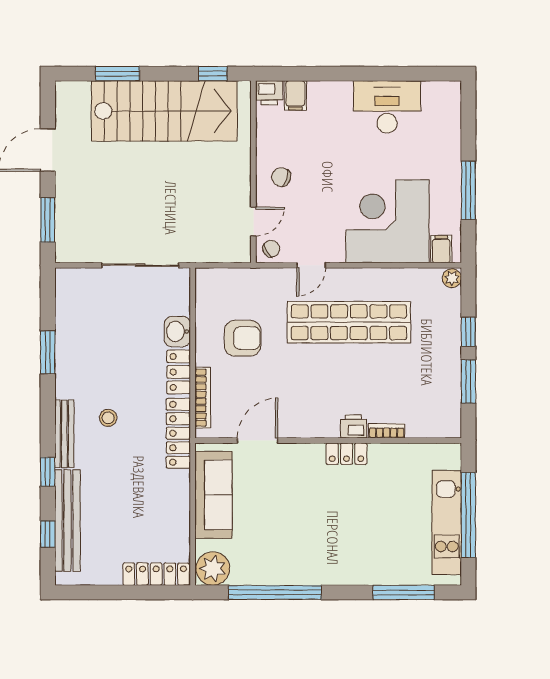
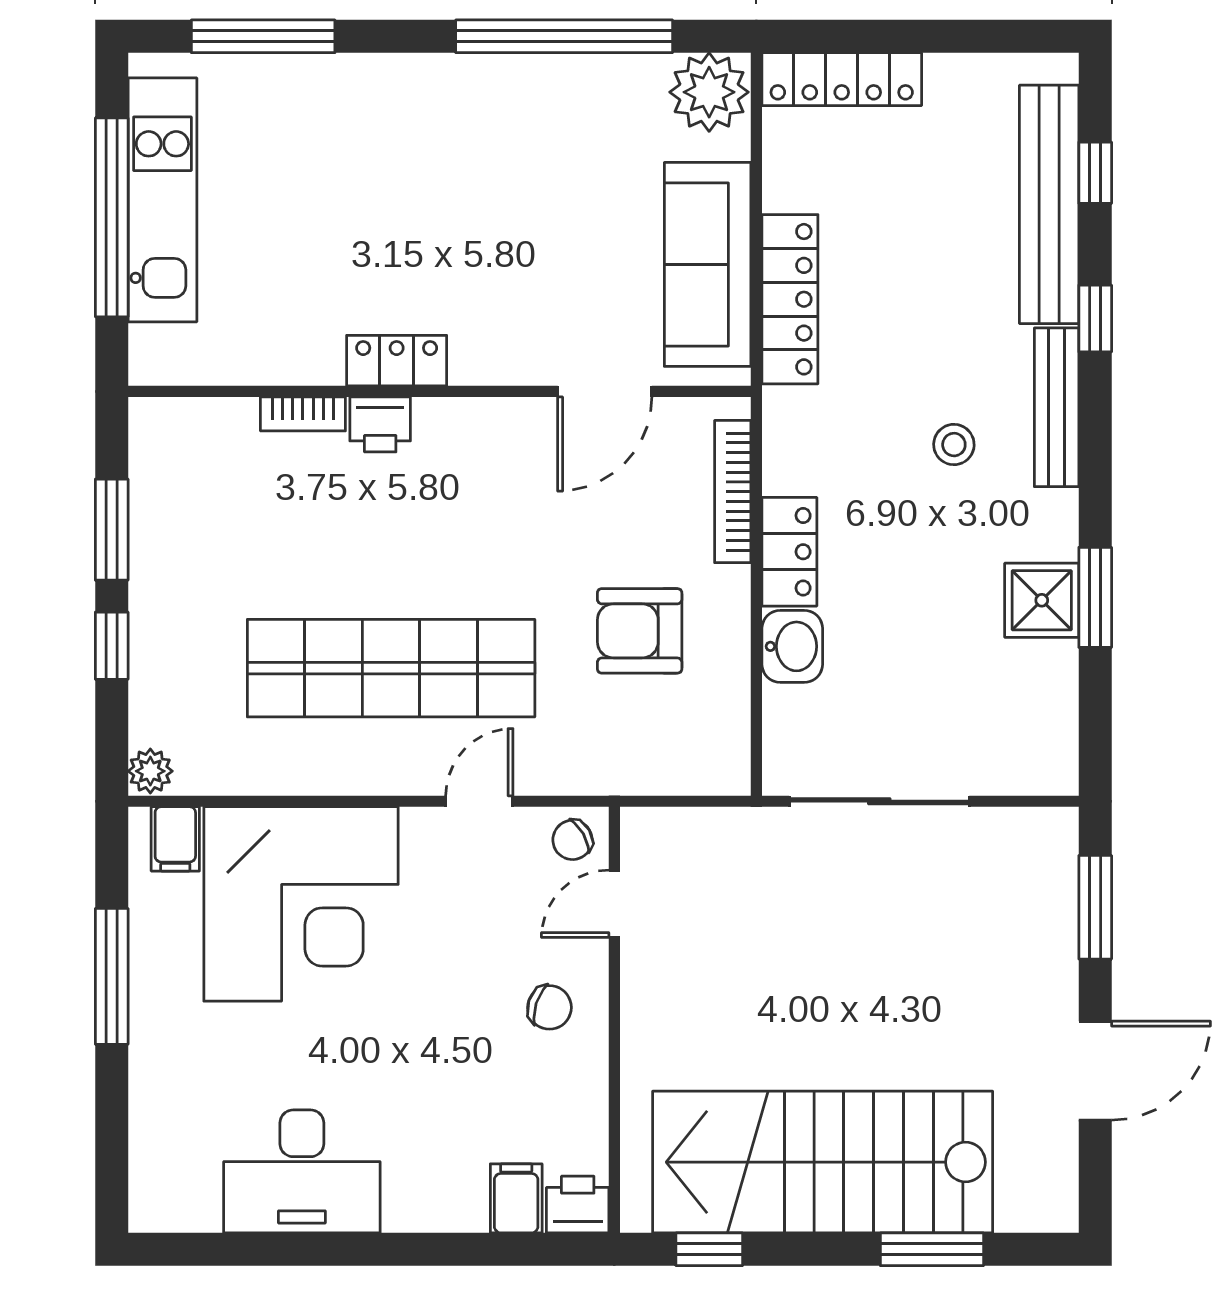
shower: (71, 351) -> (1042, 600), added
locker: (178, 433) -> (790, 299), moved

